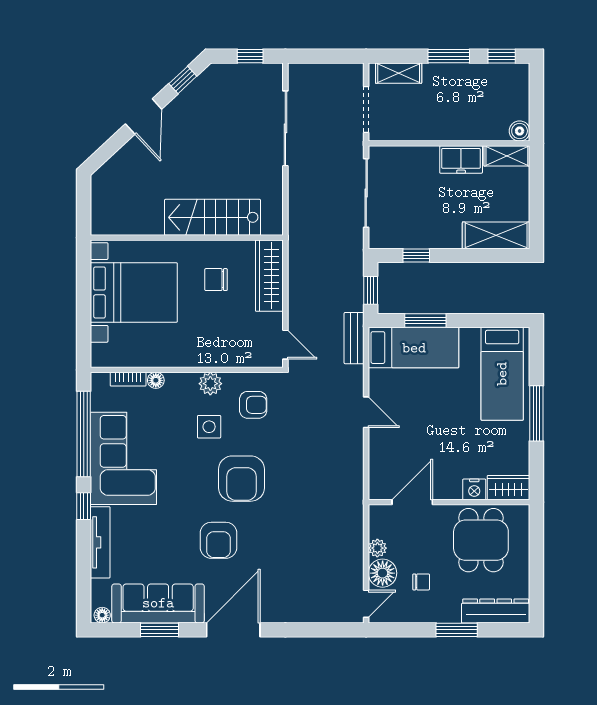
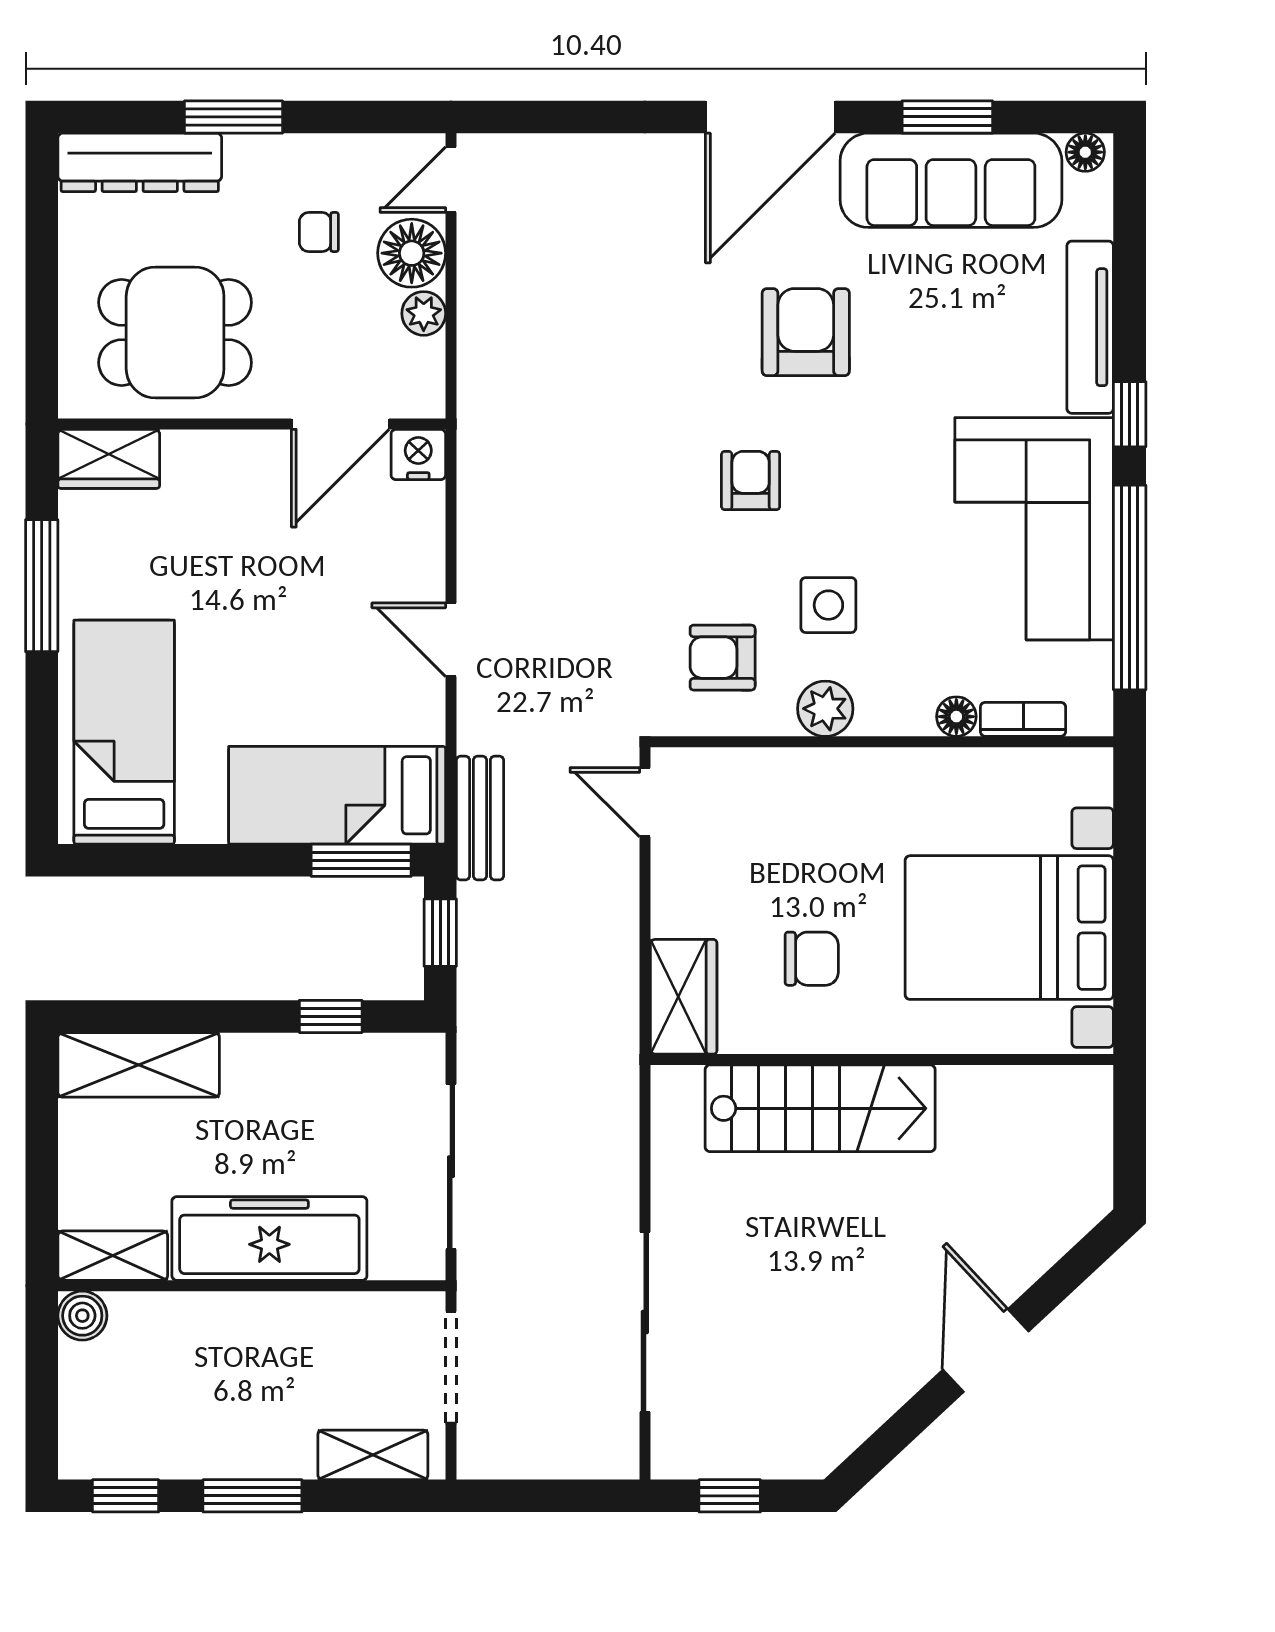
window: (183, 80) -> (892, 1438), removed
freezer: (461, 159) -> (269, 1238), width x1.91, depth x1.26
wardrobe: (269, 276) -> (684, 997), width x0.67
window: (425, 321) -> (361, 860), moved
window: (536, 413) -> (42, 586), moved
armchair: (241, 479) -> (751, 480), width x0.53, depth x0.53
nightstand: (474, 489) -> (418, 454), moved
dining table: (481, 540) -> (175, 333), turned 90

